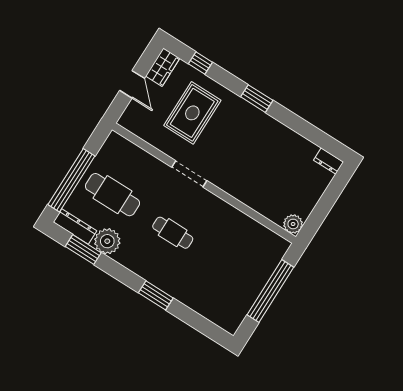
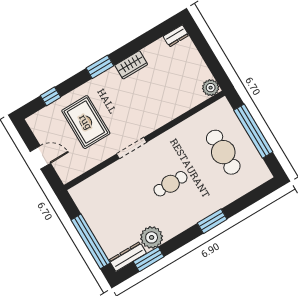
wardrobe: (163, 67) -> (131, 65), moved, turned 90
cafe table: (112, 195) -> (223, 152), moved, turned 90

